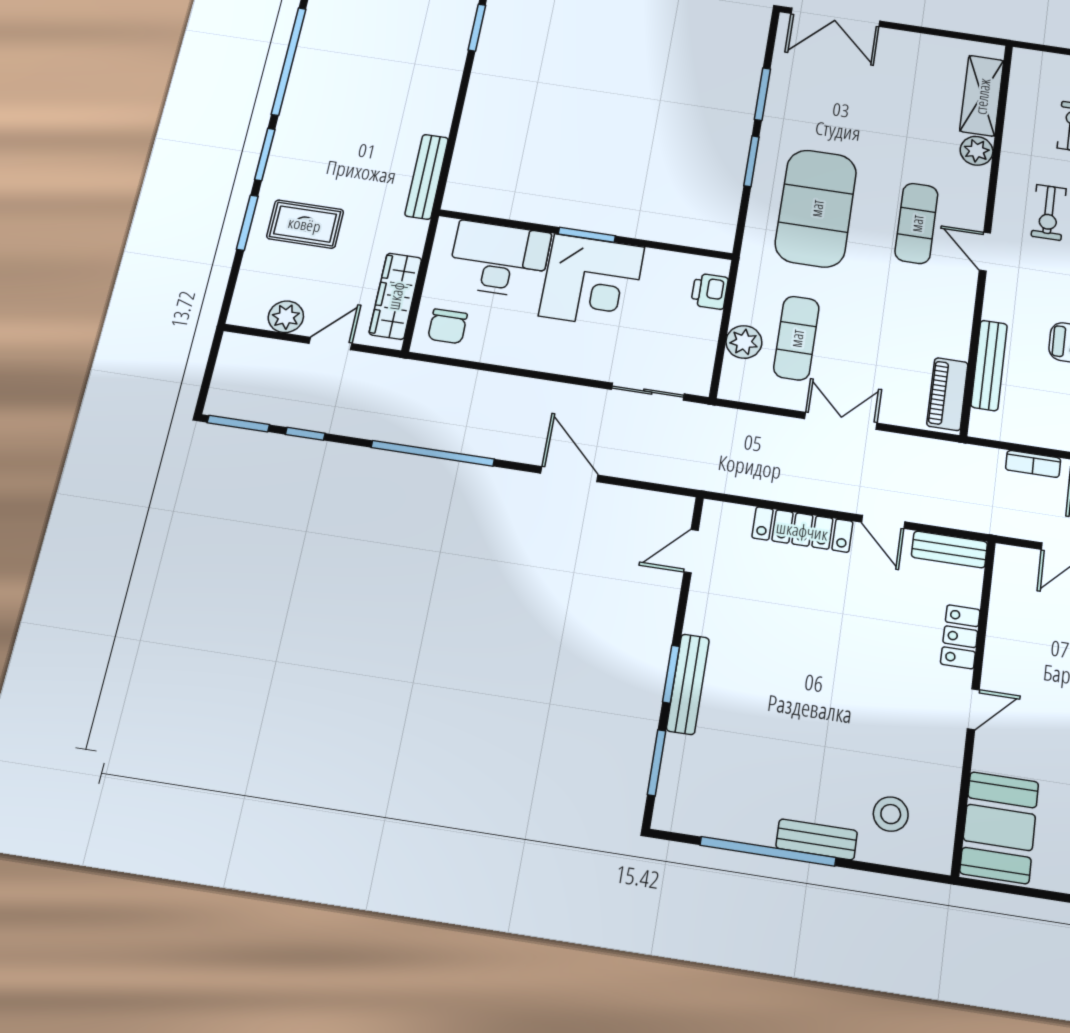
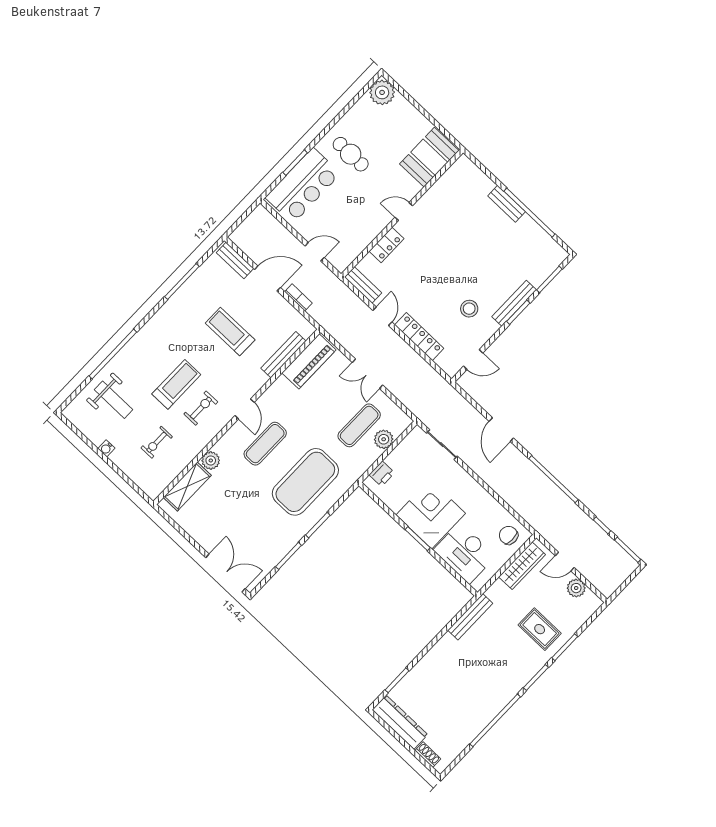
chair: (448, 326) -> (509, 535), turned -90
piano: (947, 394) -> (309, 361), width x1.37, depth x1.33
stool: (891, 814) -> (469, 309), moved

